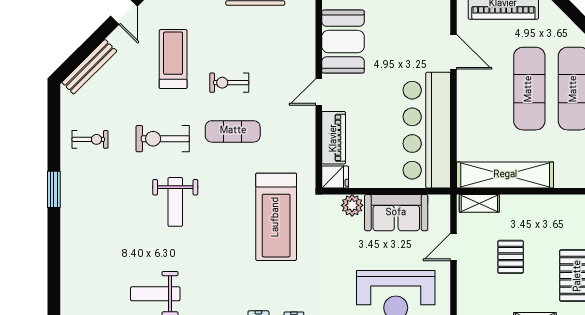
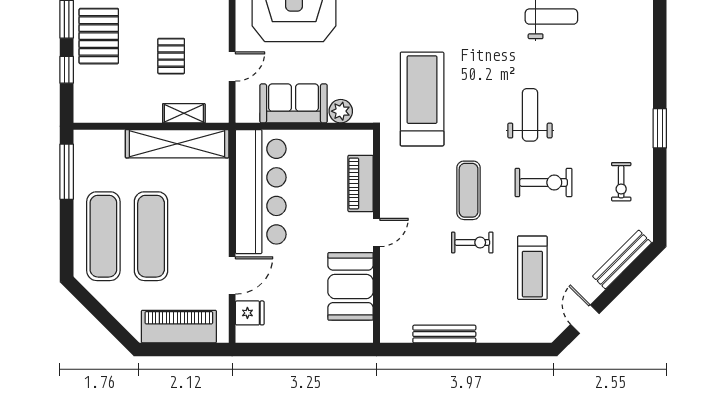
door: (454, 52) -> (232, 275), swing flipped
exercise mat: (233, 131) -> (469, 190), turned 90
exercise bike: (90, 139) -> (621, 182), turned -90
fridge: (335, 177) -> (250, 313), moved, turned 180
shelving: (479, 203) -> (184, 113), moved

